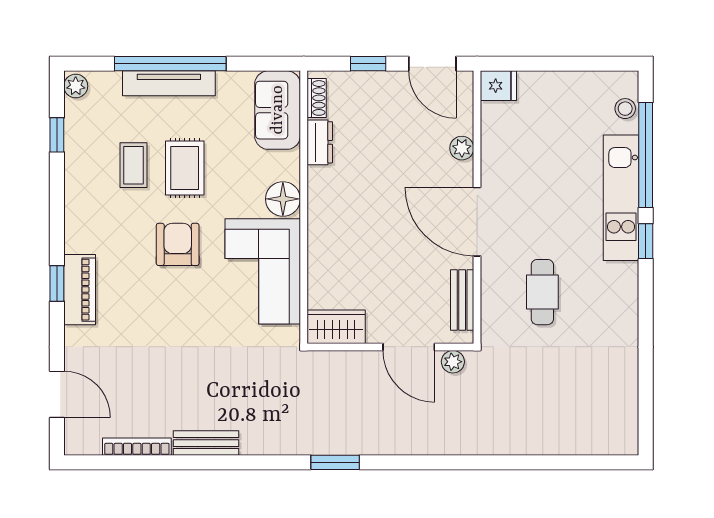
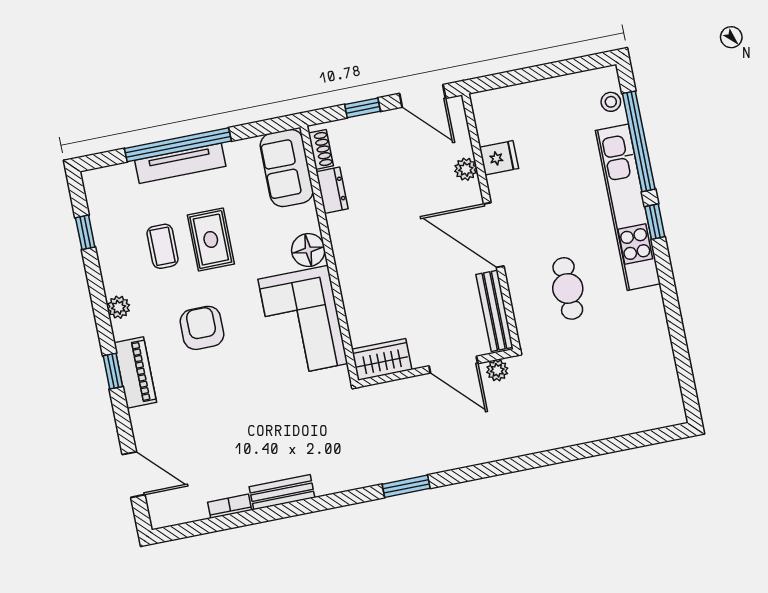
plant: (76, 86) -> (119, 307), moved
fridge: (498, 86) -> (499, 158), moved
kitchen unit: (621, 198) -> (628, 207), width x1.36
armchair: (178, 244) -> (202, 328), moved
bench: (462, 300) -> (494, 311), width x1.36
bookcase: (137, 447) -> (230, 506), width x0.64

